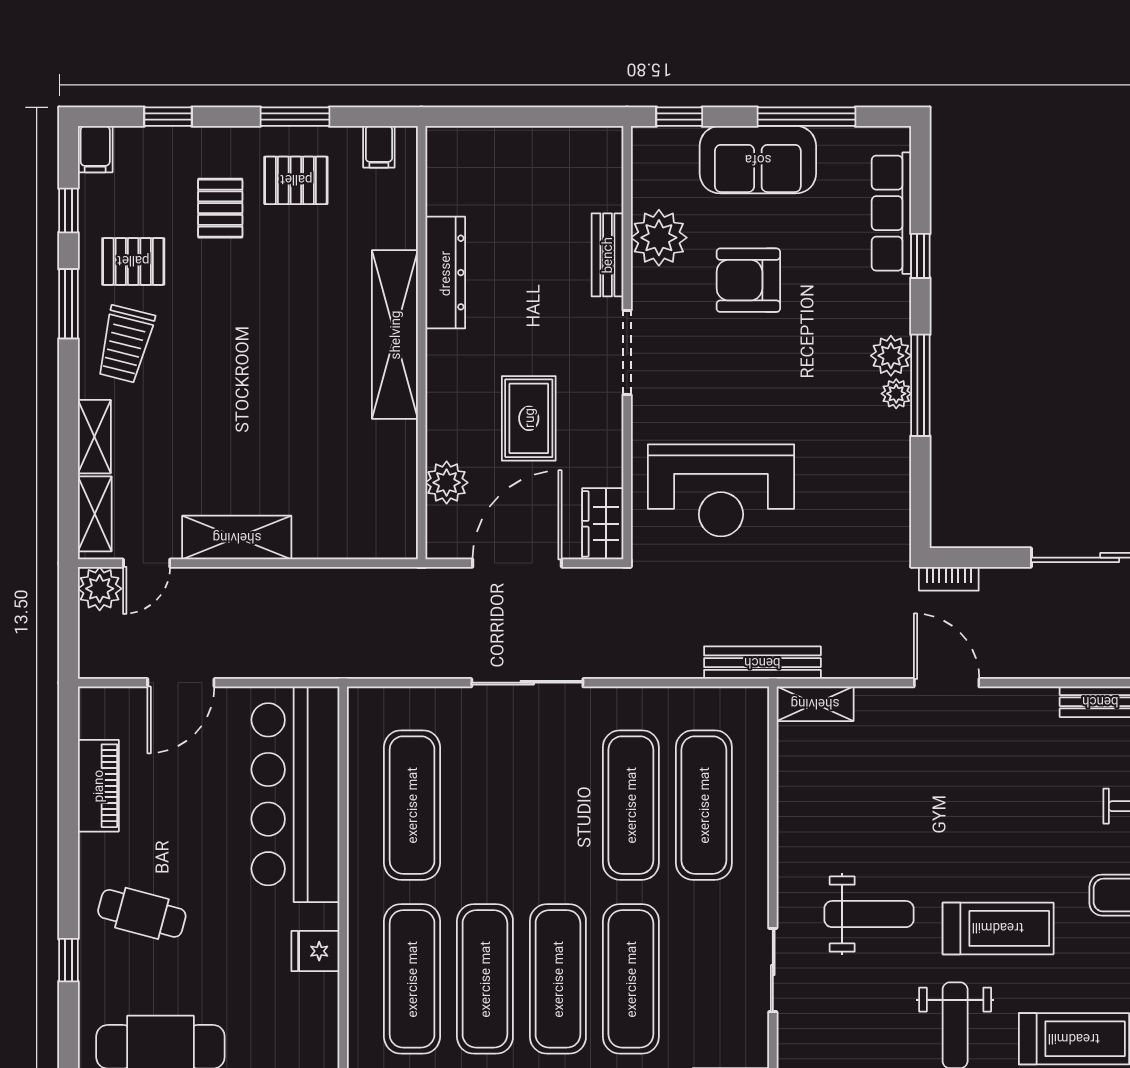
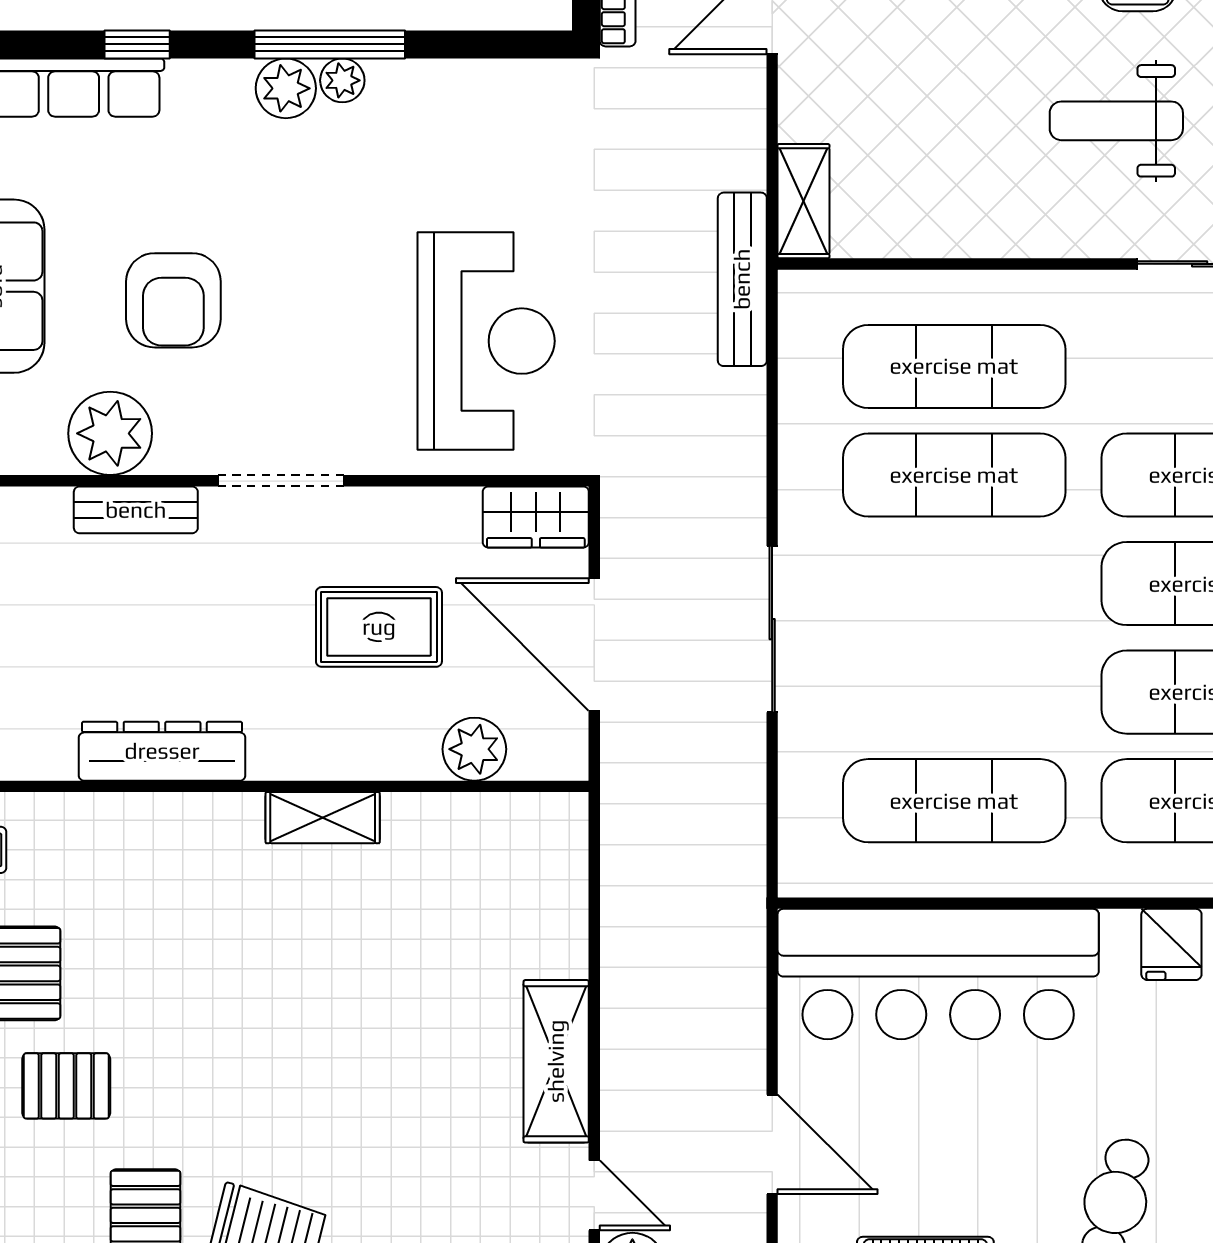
shelving: (395, 335) -> (323, 818), width x0.45, depth x0.75
weight bench: (869, 914) -> (1116, 121), turned -90

